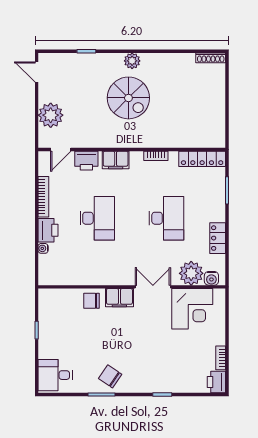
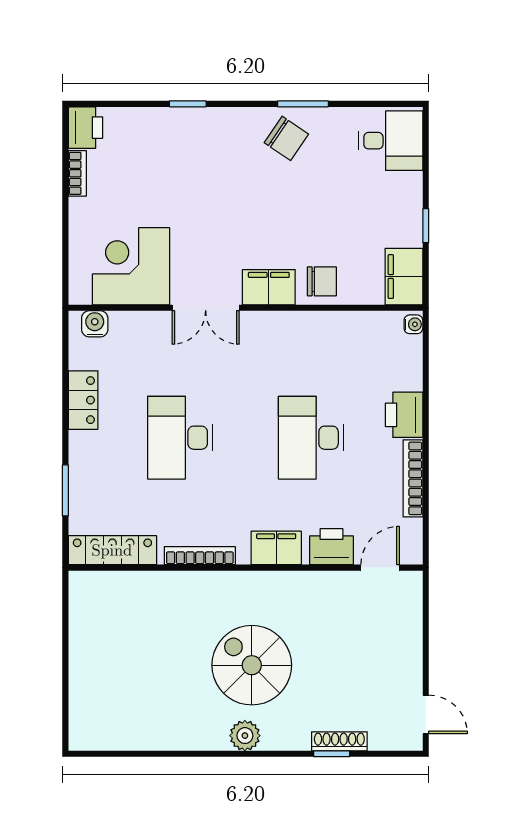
shoe rack: (211, 58) -> (339, 741), moved
plant: (51, 115) -> (399, 633), removed
bookcase: (156, 156) -> (200, 556), width x1.56
water cooler: (43, 248) -> (413, 324), moved
plant: (191, 273) -> (133, 333), removed
filing cabinet: (48, 303) -> (404, 277), added

